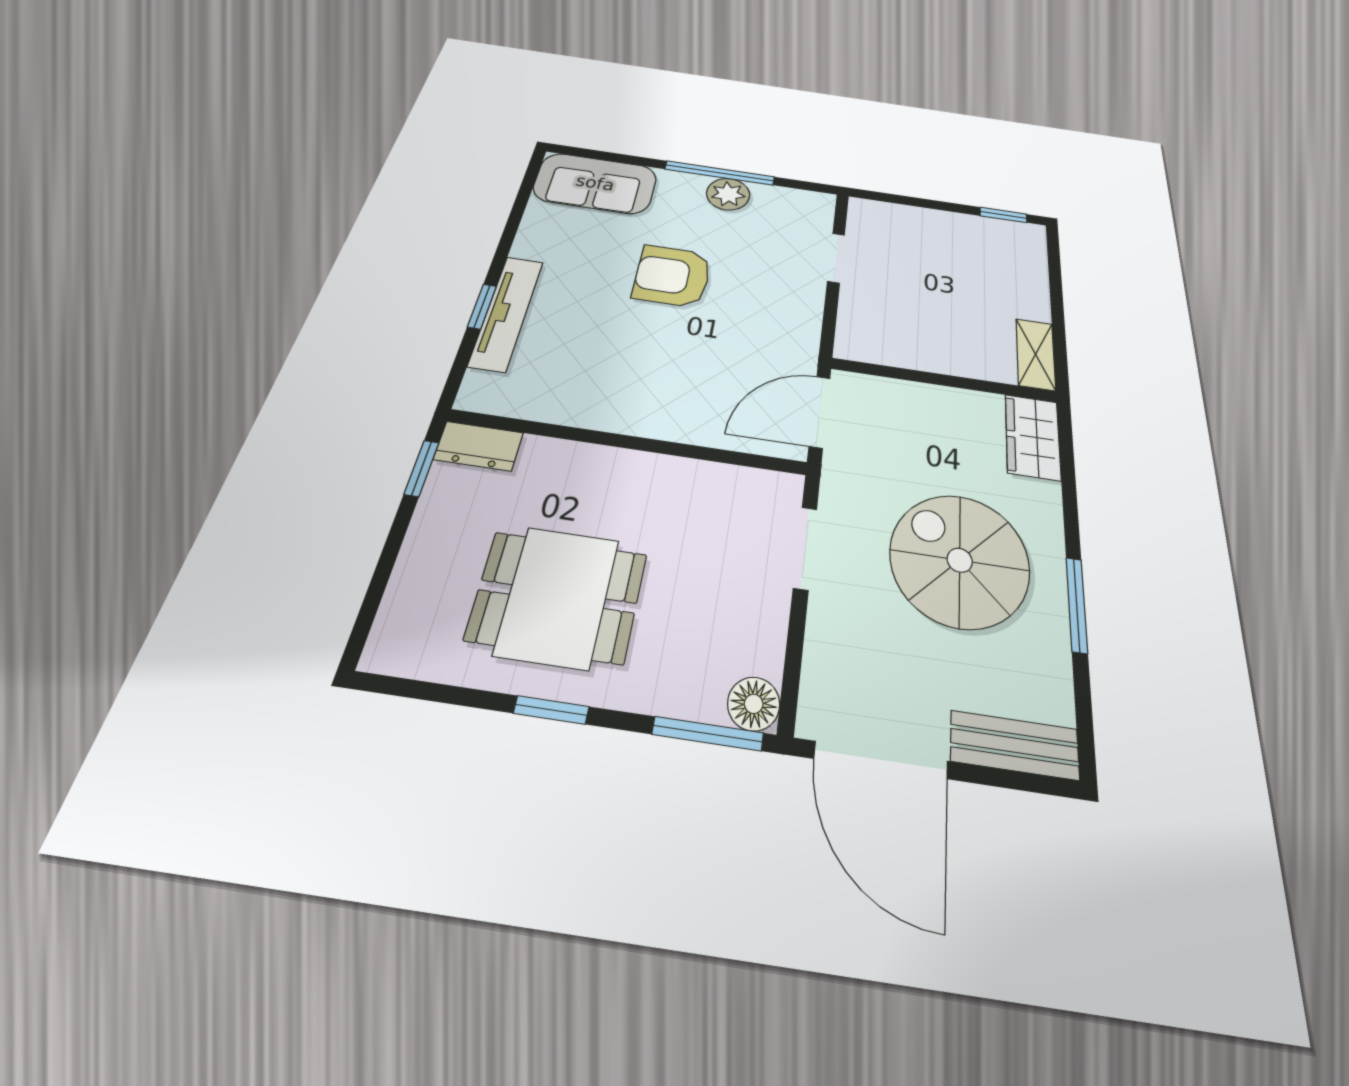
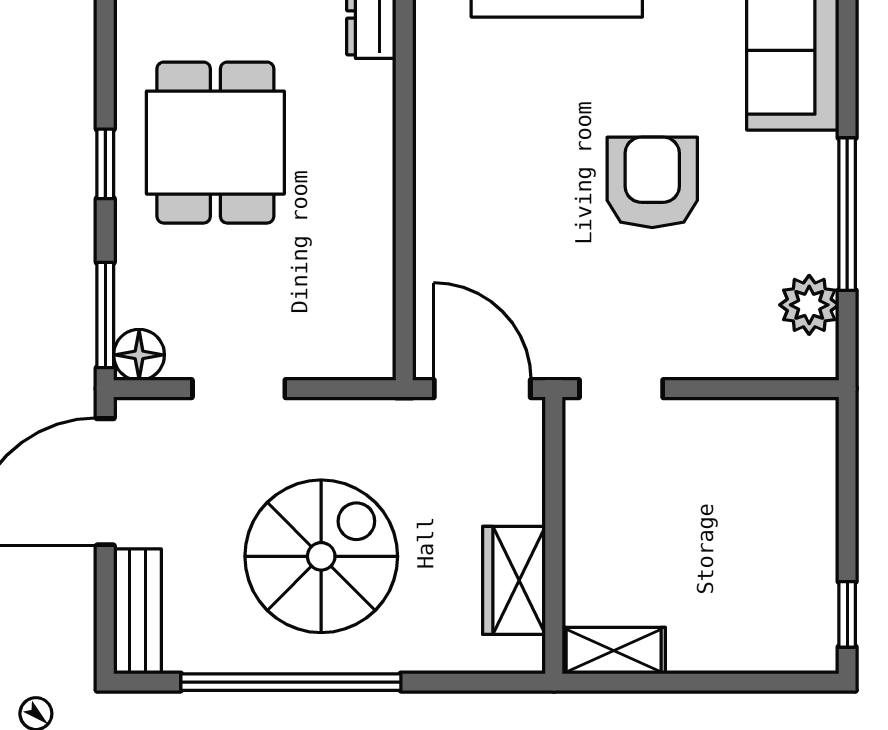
plant: (728, 194) -> (809, 305), moved
doorway: (836, 258) -> (621, 389), moved
wardrobe: (1033, 437) -> (514, 580), moved, turned -90
doorway: (805, 548) -> (239, 389), moved
window: (1077, 605) -> (291, 682), width x2.11

